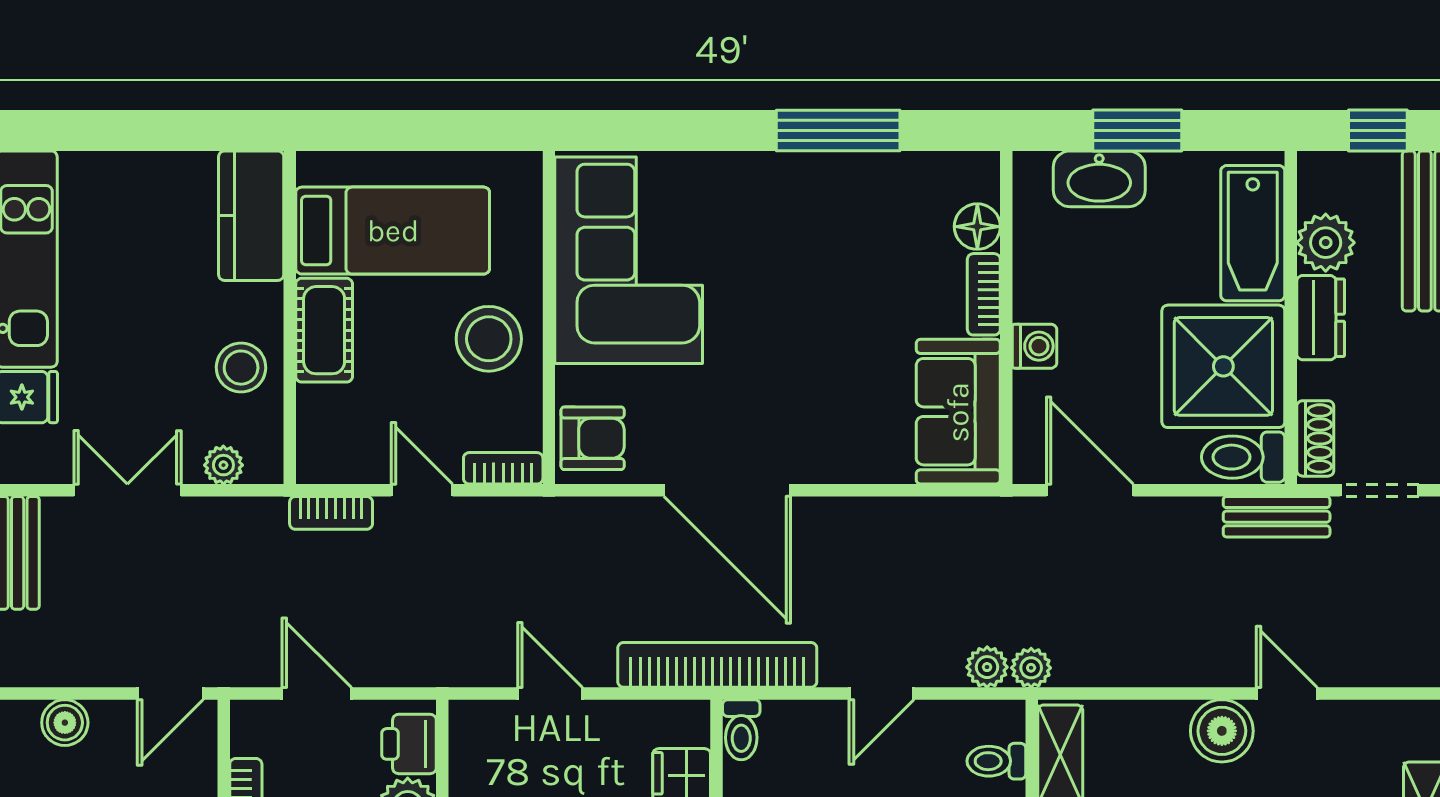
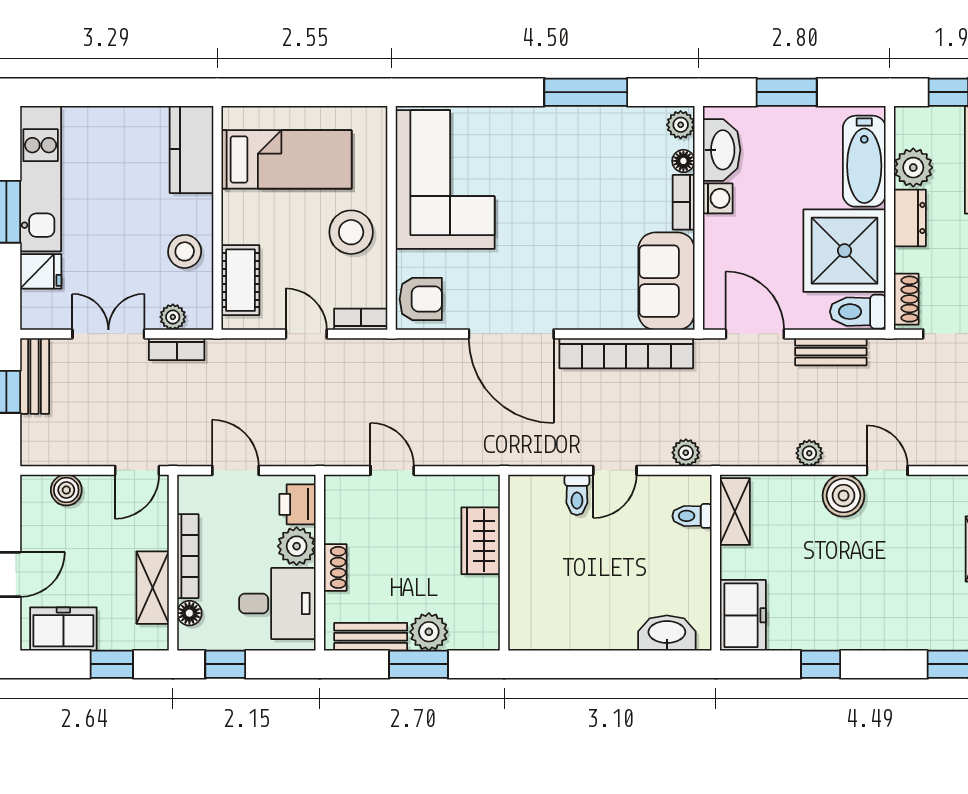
plant: (979, 179) -> (681, 125), added
washbasin: (1099, 179) -> (722, 150), moved, turned -90
floor lamp: (977, 227) -> (683, 161), width x0.73, depth x0.73
cot: (324, 330) -> (240, 280), moved
washing machine: (1035, 346) -> (718, 198), moved
bookcase: (331, 513) -> (177, 349), moved
bench: (1277, 517) -> (831, 352), moved
bookcase: (717, 665) -> (626, 353), moved, turned 180
plant: (1031, 668) -> (809, 453), moved
toilet: (741, 730) -> (577, 495), moved

